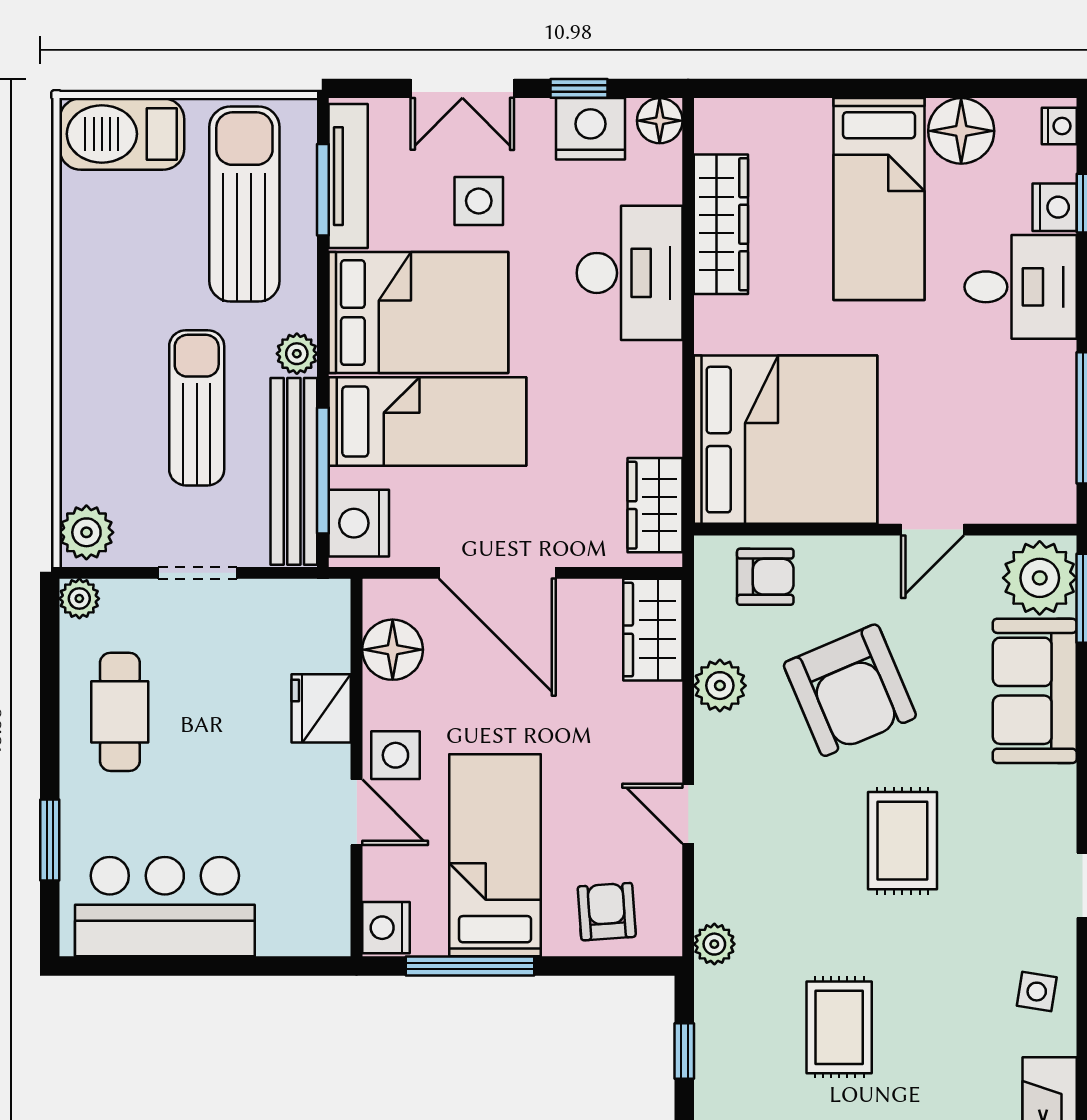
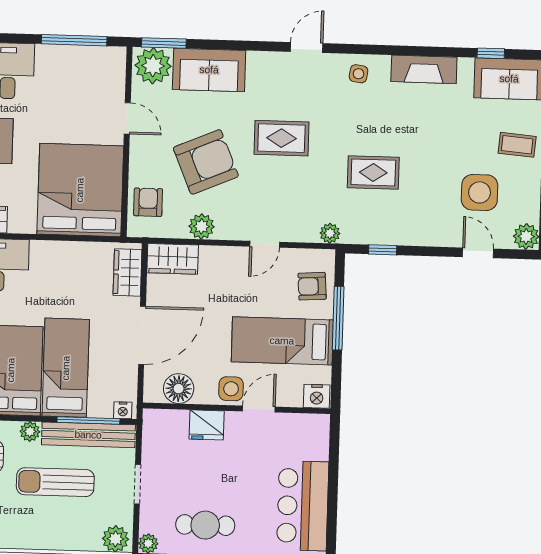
wardrobe: (655, 505) -> (128, 272), moved, turned 90
nightstand: (359, 523) -> (123, 410), width x0.53, depth x0.56
window: (470, 966) -> (338, 318), moved

